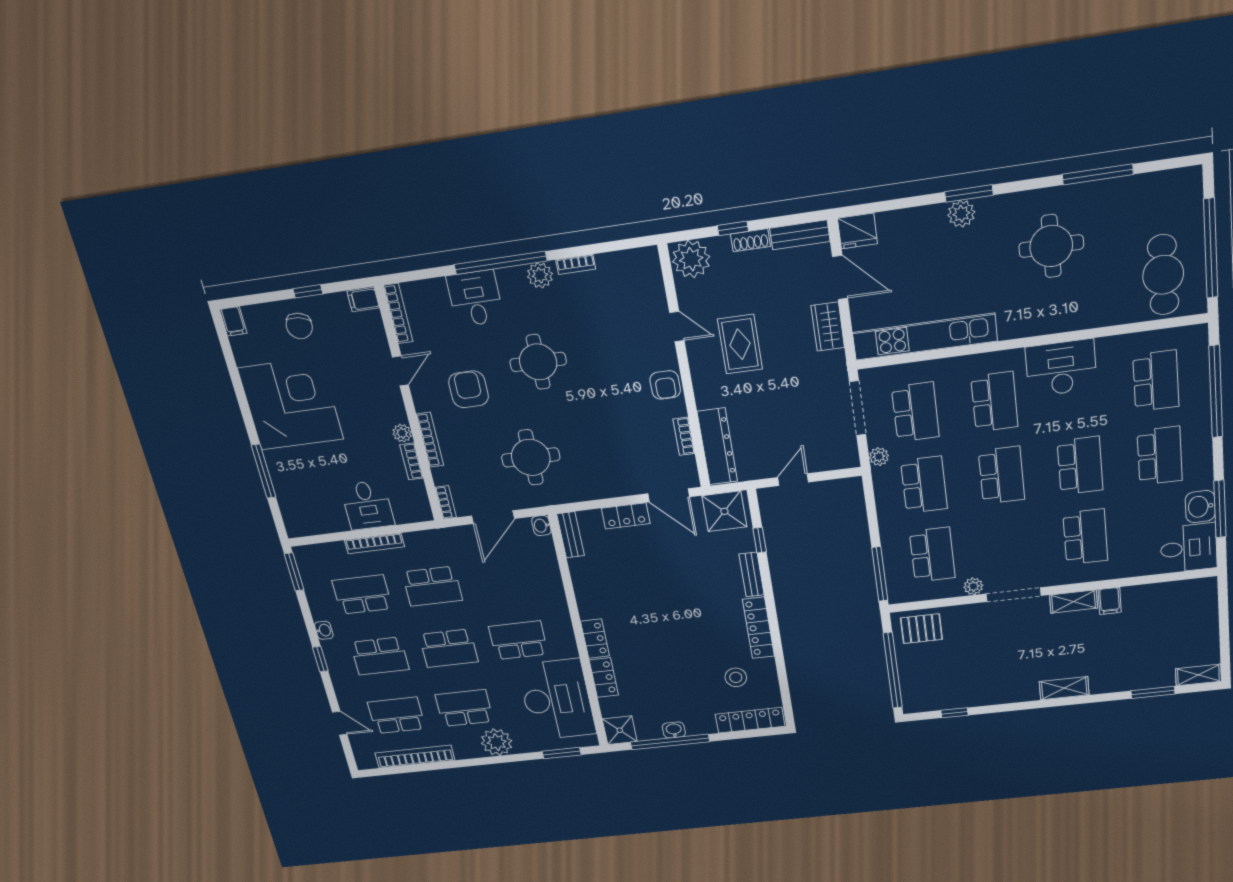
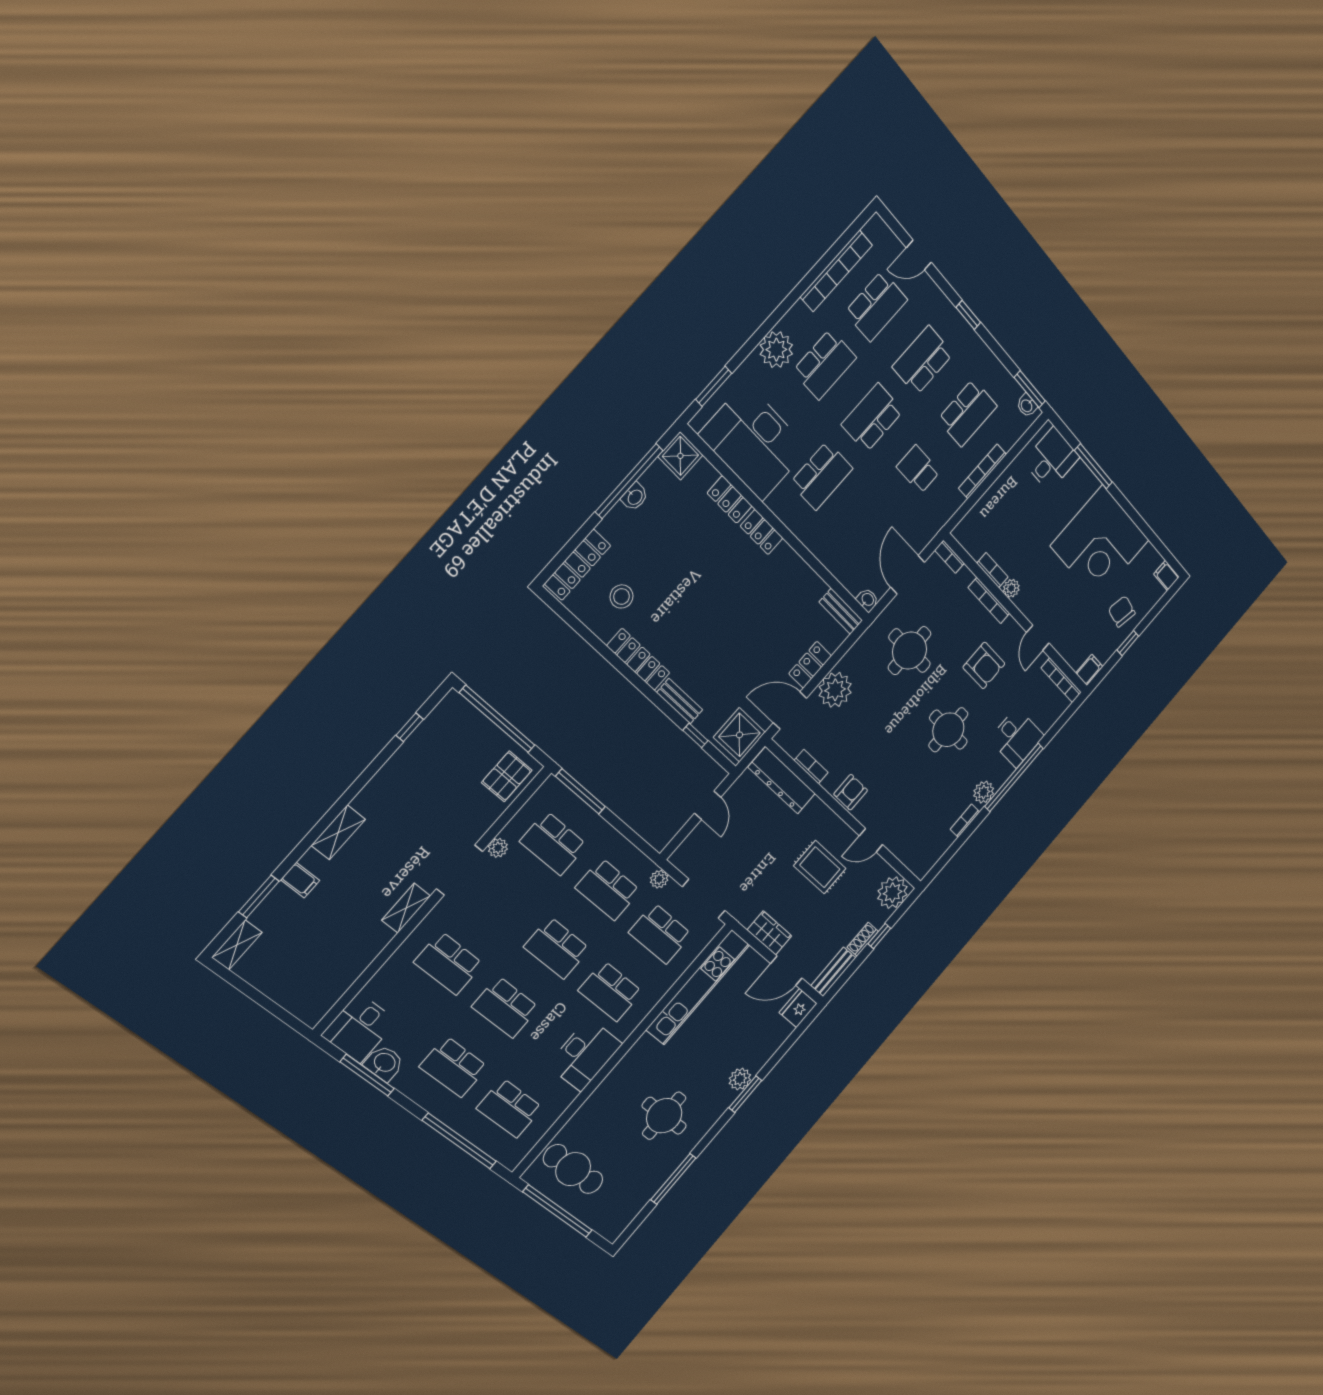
armchair: (665, 385) -> (851, 792), turned 90
plant: (618, 480) -> (835, 690), added
desk: (367, 505) -> (1051, 459), moved, turned 90
school desk: (432, 586) -> (918, 469), width x0.54
filing cabinet: (1110, 601) -> (300, 880), moved, turned 180
washbasin: (324, 630) -> (1027, 405), moved

